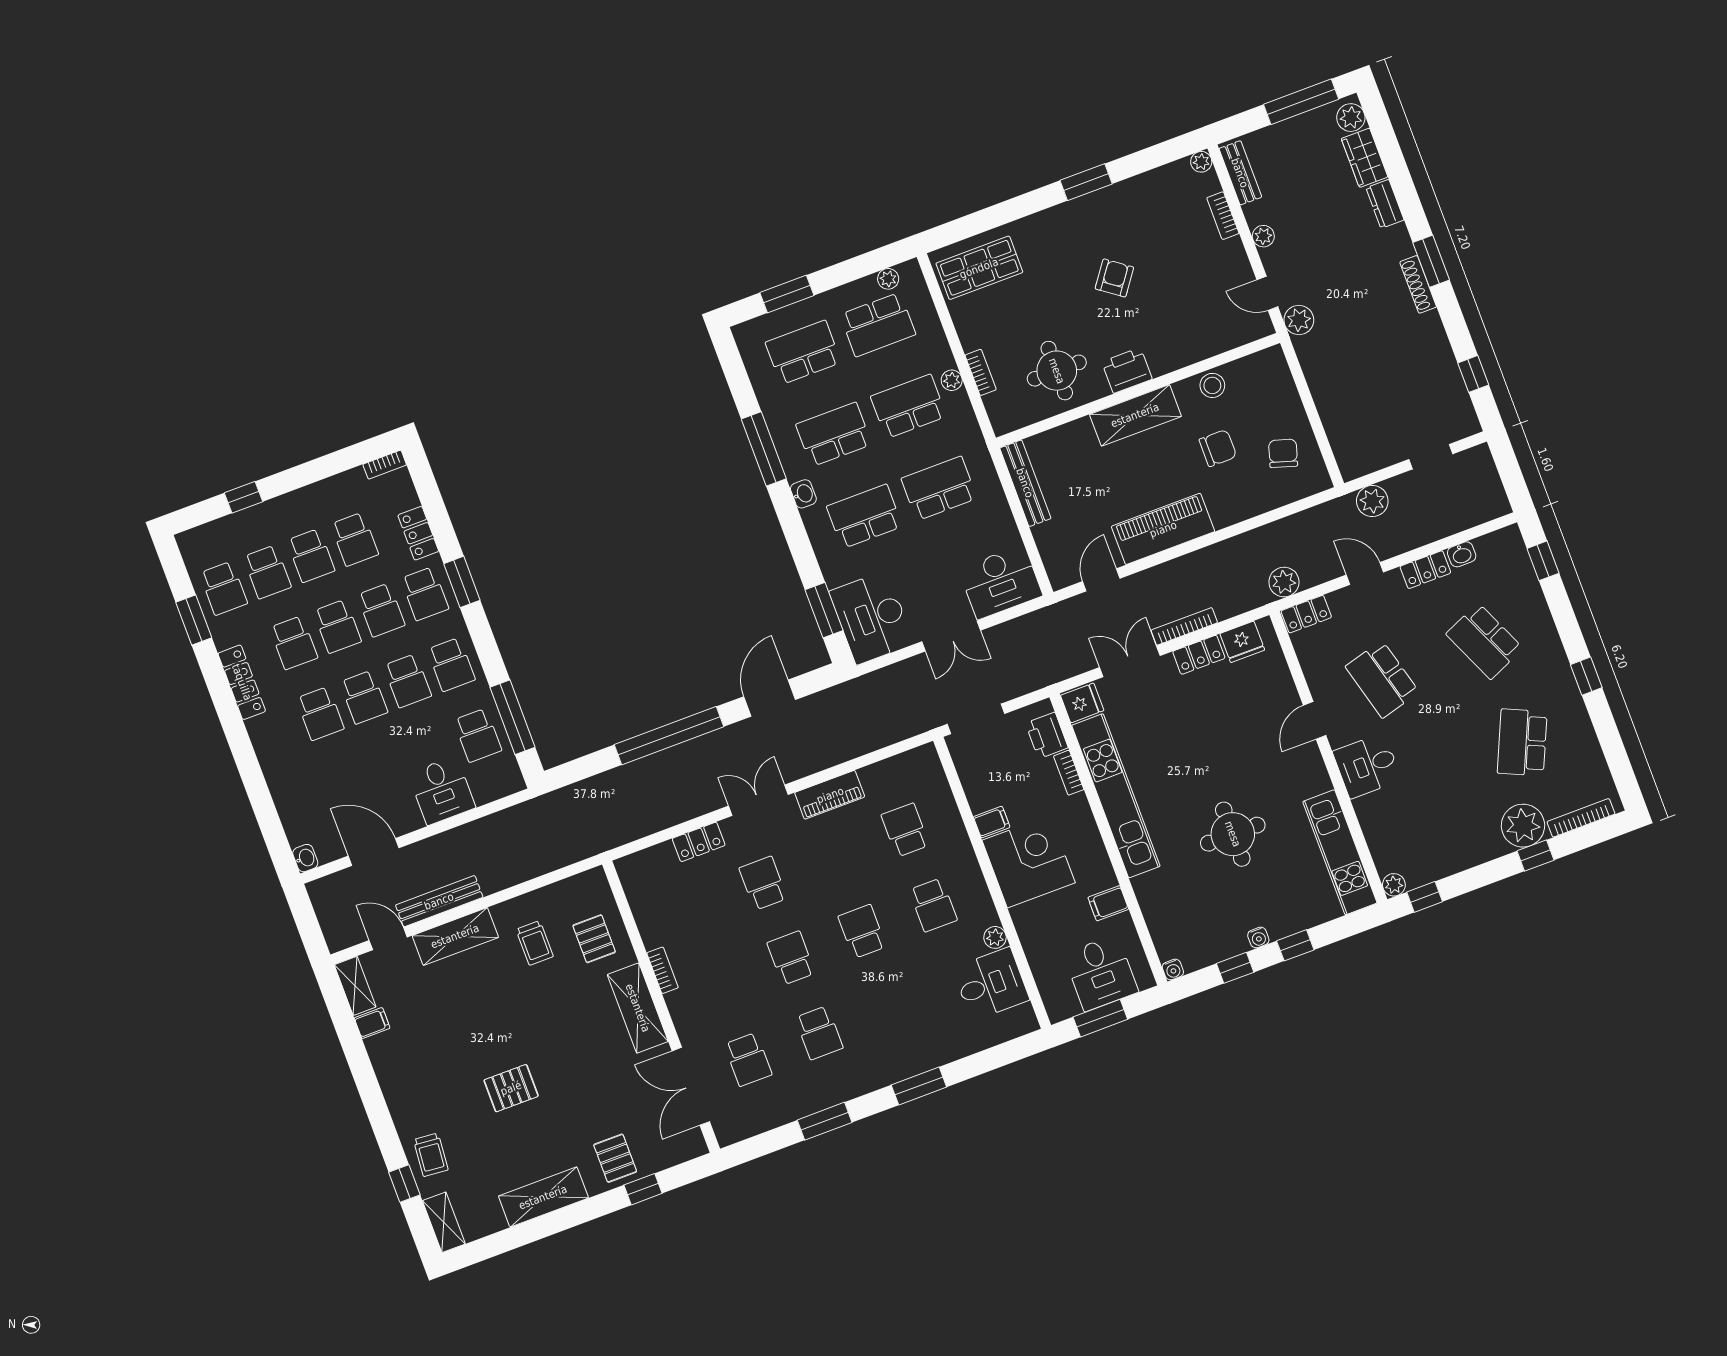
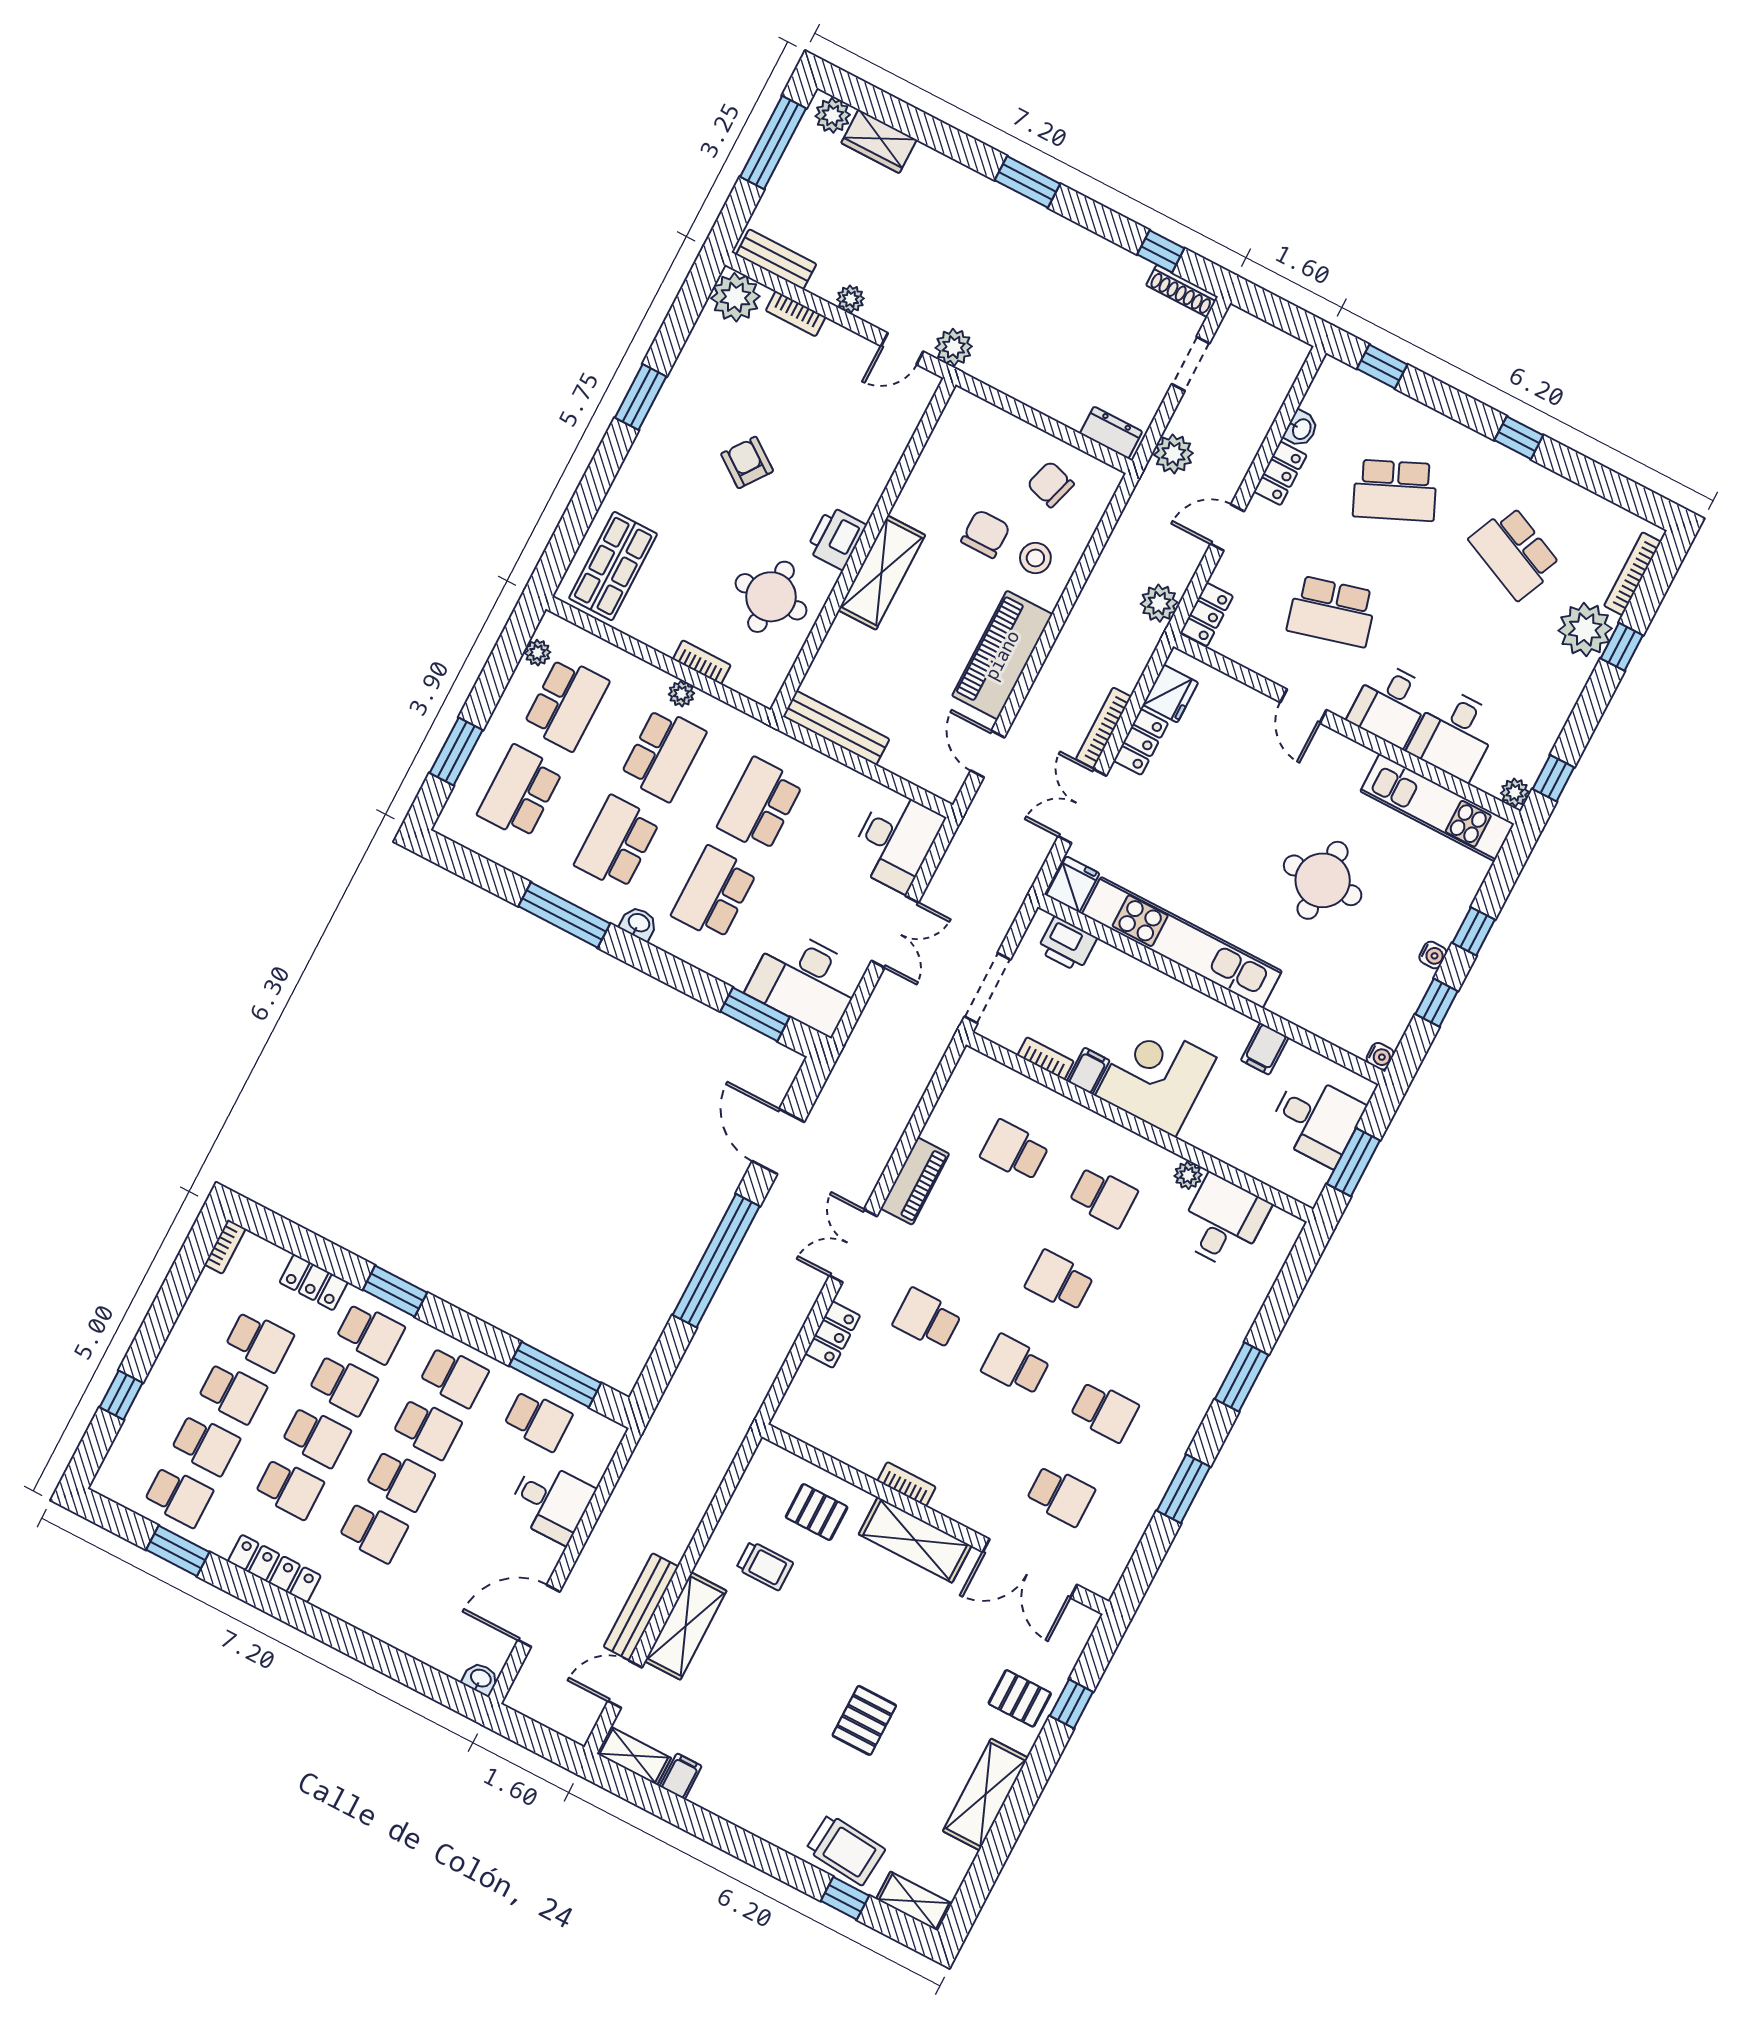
plant: (1201, 162) -> (735, 297), width x1.88, depth x1.88
dresser: (1385, 204) -> (1111, 433), moved, turned 180
shoe rack: (1418, 284) -> (1182, 291), moved
stool: (1212, 385) -> (1035, 558), moved
school desk: (908, 406) -> (663, 754), turned 180
bookcase: (1069, 773) -> (1046, 1058), moved, turned 180
desk: (1389, 818) -> (1454, 734), added
trolley: (431, 1155) -> (845, 1850), width x1.36, depth x1.39

